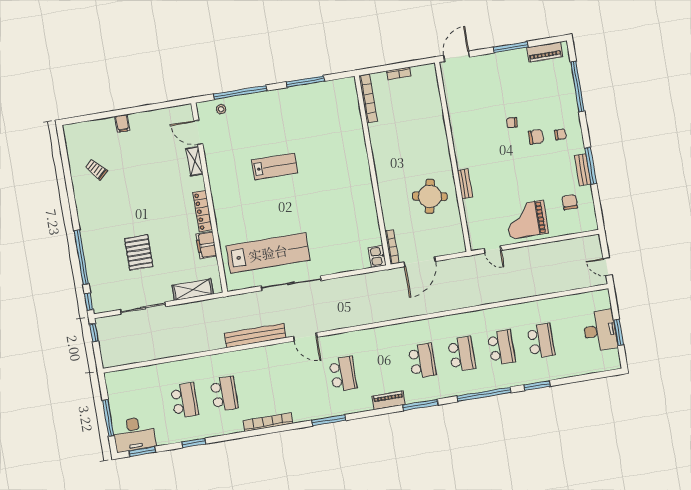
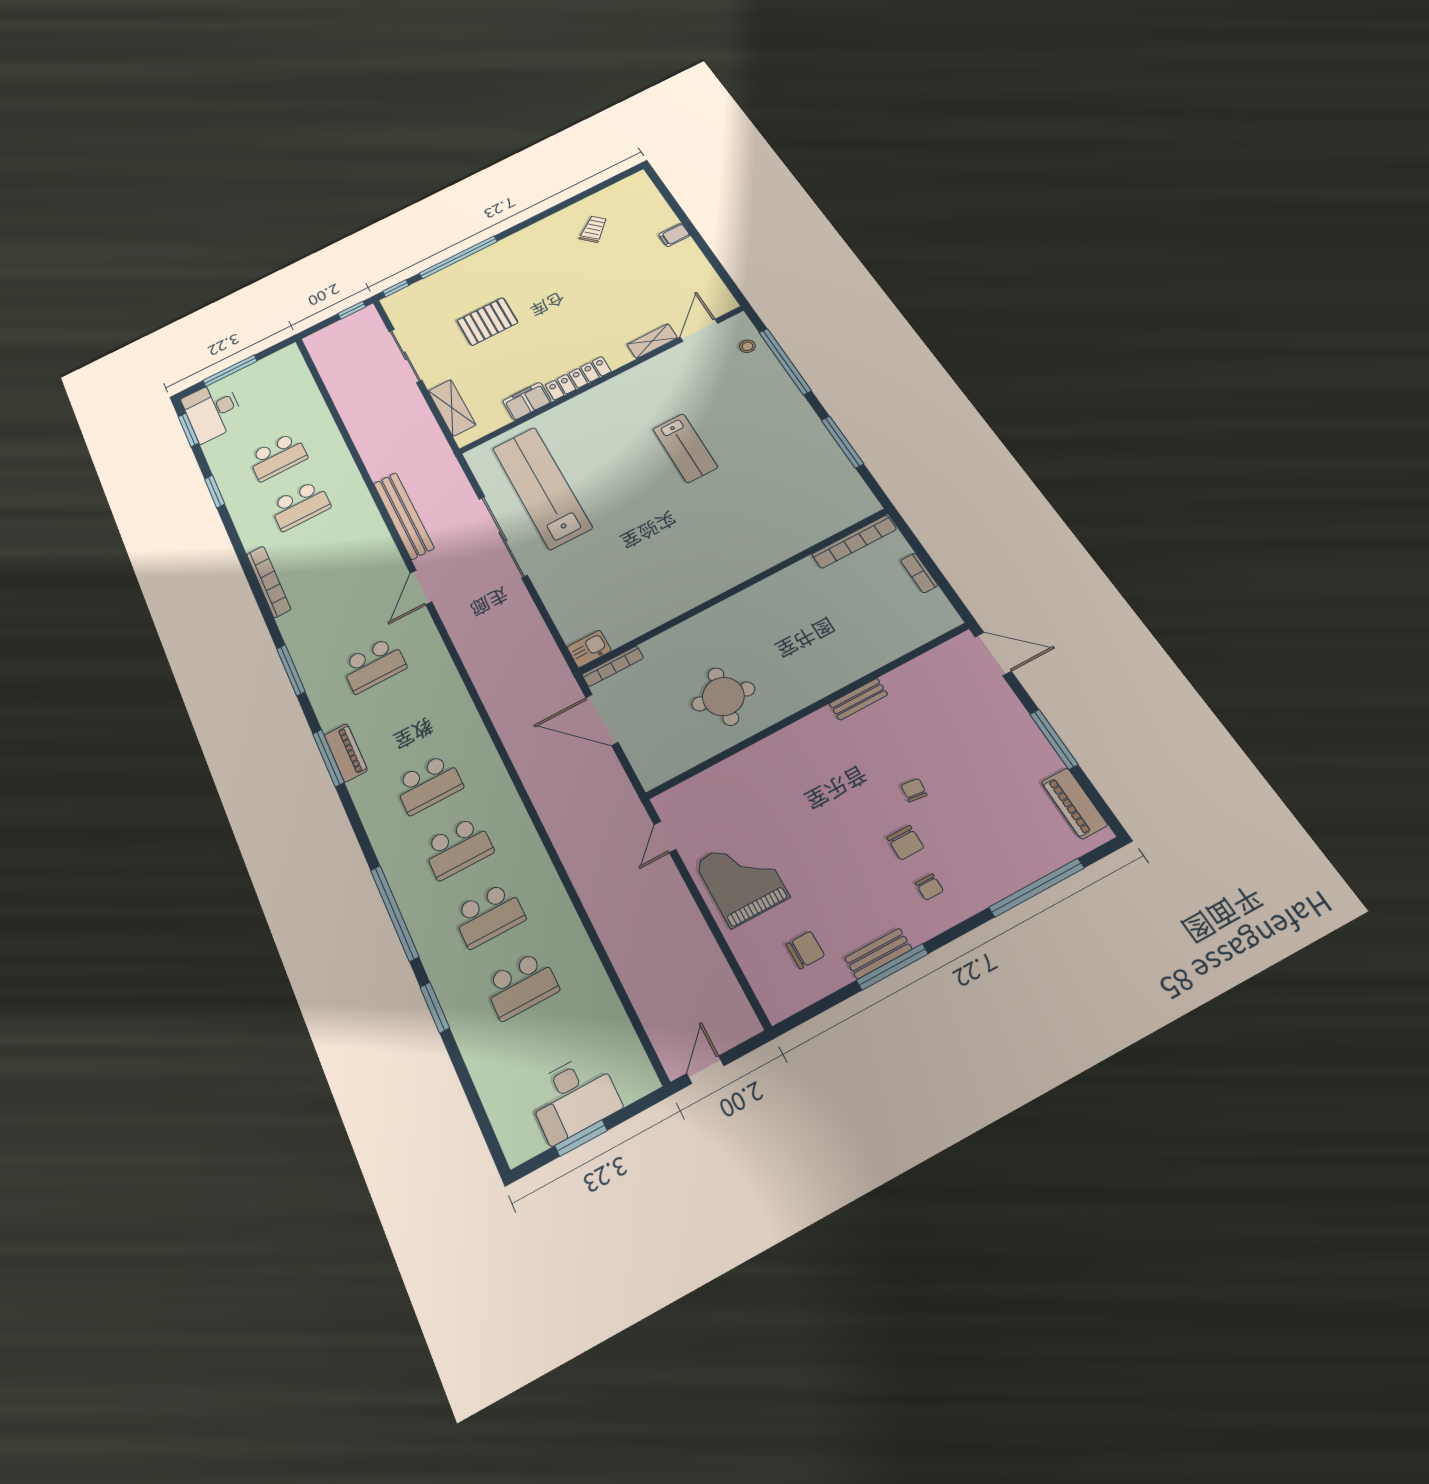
bench: (465, 184) -> (858, 699), moved
lab bench: (268, 253) -> (542, 488), turned 180
window: (420, 405) -> (328, 758), moved

